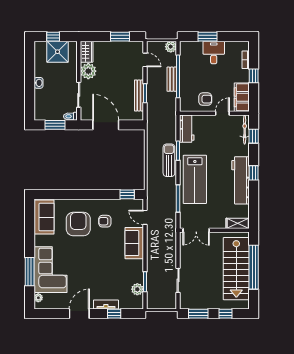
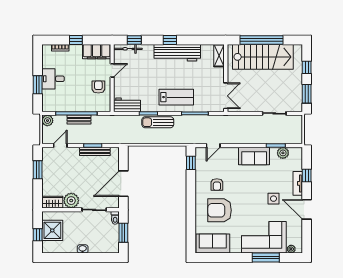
door: (222, 113) -> (112, 70), swing flipped
lab bench: (195, 179) -> (176, 97), width x0.73, depth x0.72
sofa: (134, 243) -> (254, 156), moved
side table: (90, 280) -> (274, 199), added

